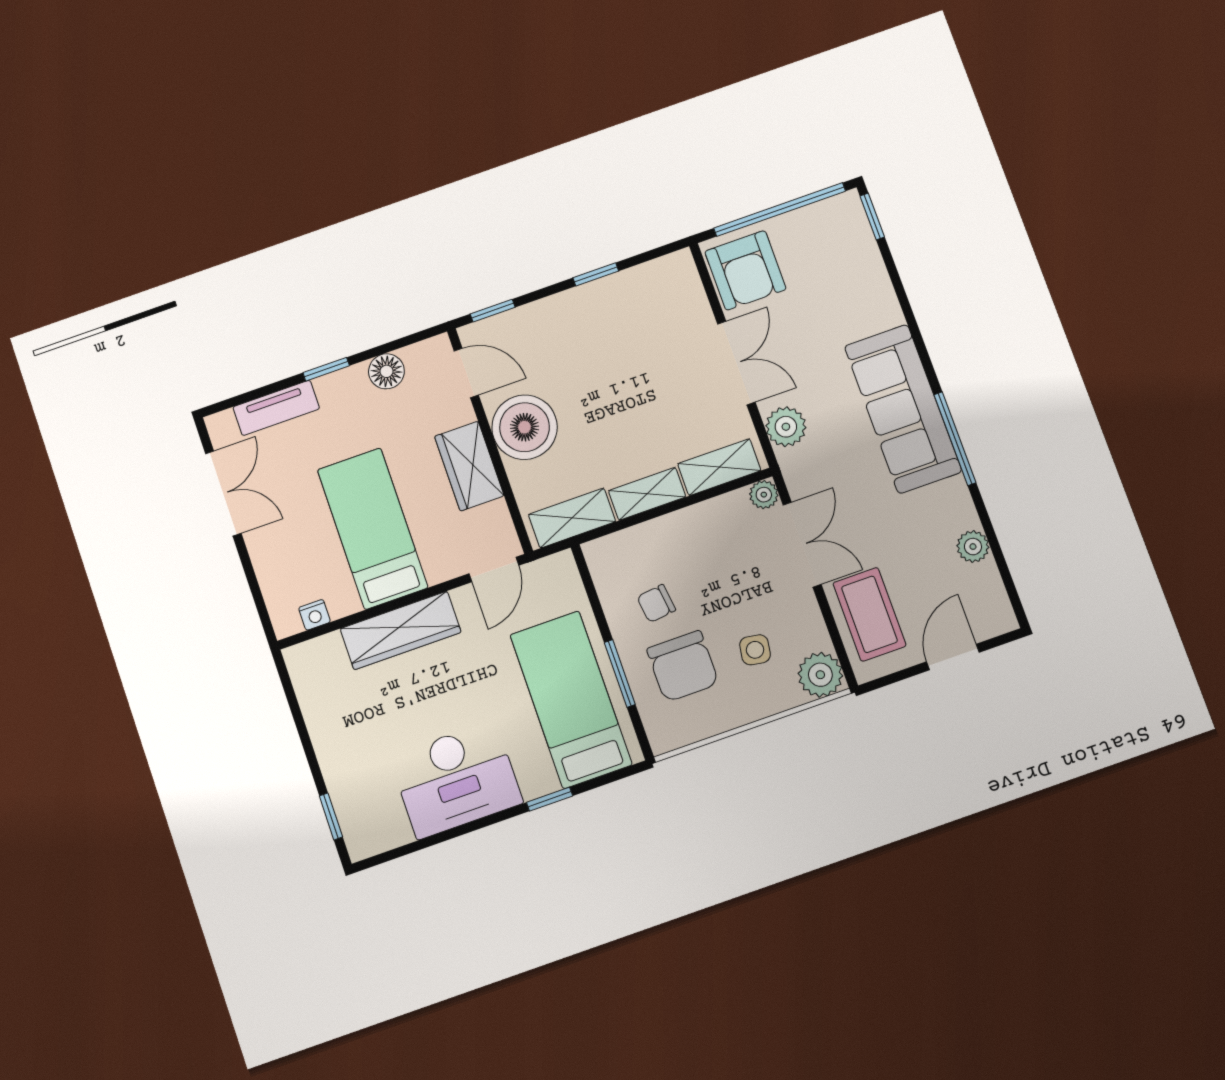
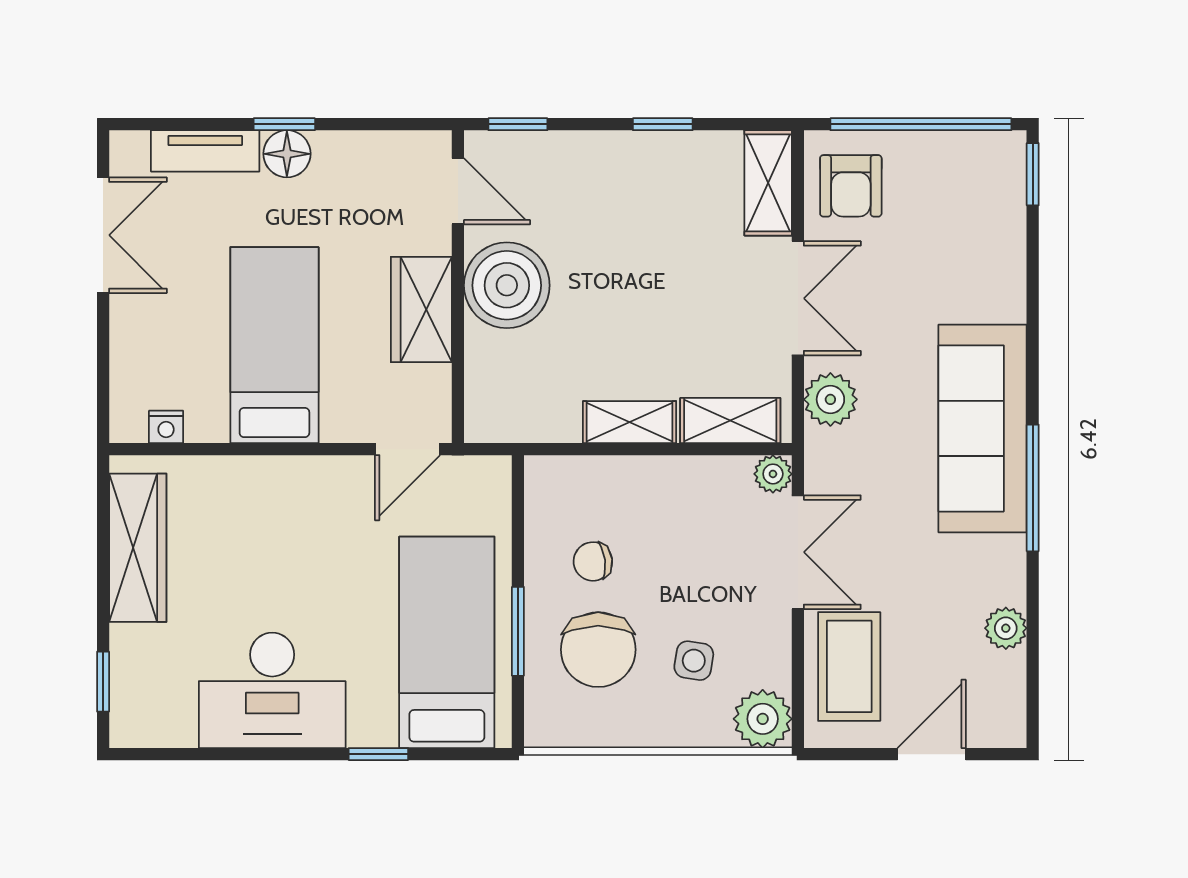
armchair: (745, 270) -> (851, 186), width x0.72, depth x0.72
floor lamp: (386, 371) -> (287, 154), moved
shelving: (572, 518) -> (768, 183), moved, turned 90
wardrobe: (401, 630) -> (138, 548), moved, turned -90

